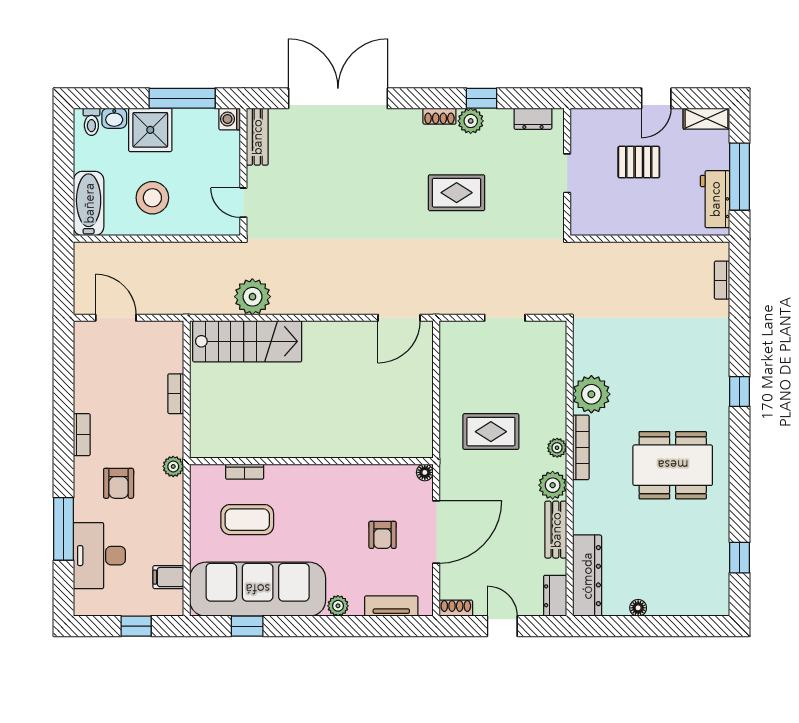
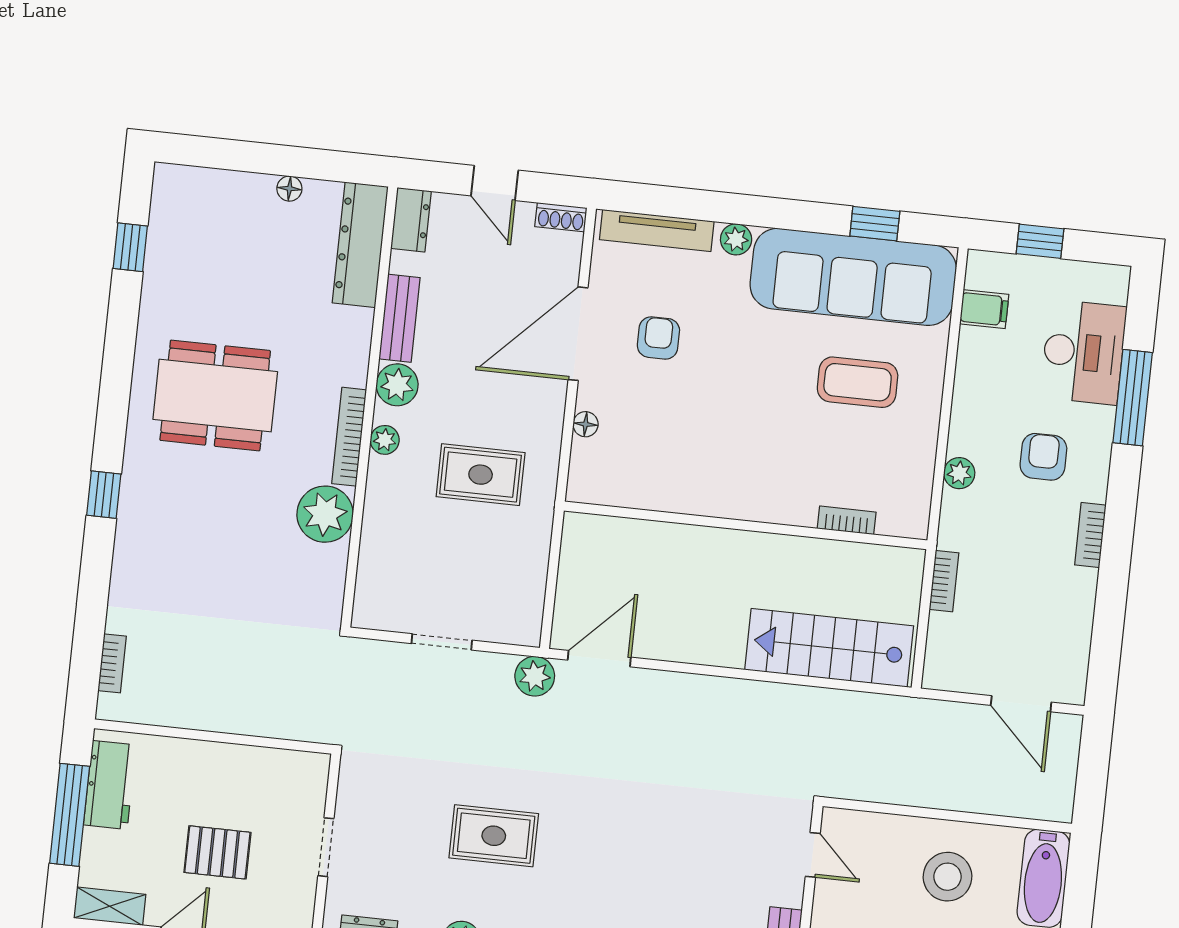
plant: (252, 297) -> (535, 676), moved, width x0.73, depth x0.73
wall: (311, 461) -> (746, 525), moved
bookcase: (245, 472) -> (847, 520), moved
tv unit: (391, 606) -> (657, 230), width x1.41

